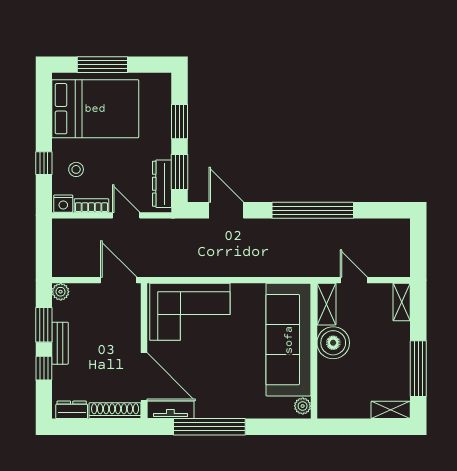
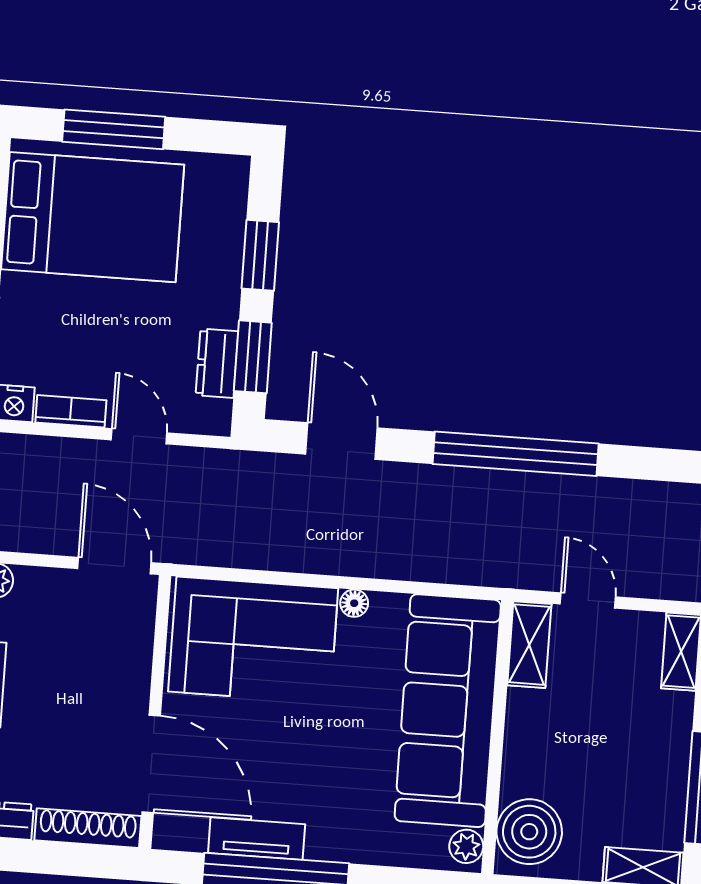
stool: (76, 169) -> (45, 336), removed
dresser: (162, 184) -> (217, 363), width x0.70
floor lamp: (238, 290) -> (354, 603), added
boiler: (333, 343) -> (529, 832), moved
tv unit: (170, 410) -> (257, 839), moved

